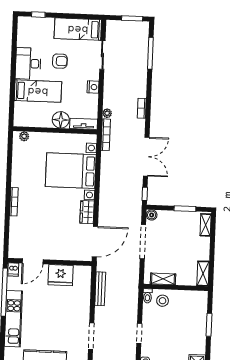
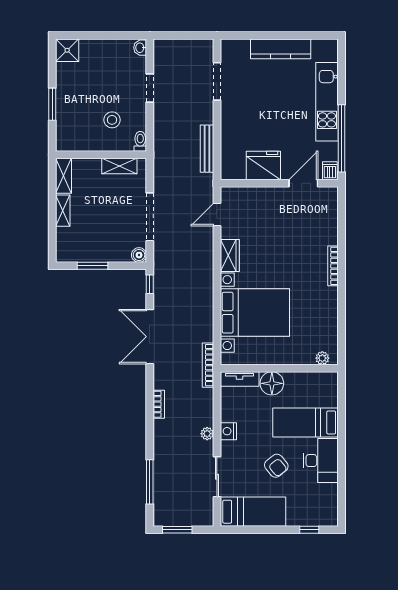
armchair: (60, 61) -> (276, 466), turned -129
plant: (107, 113) -> (207, 434), moved
shelving: (206, 225) -> (63, 211), moved
door: (95, 242) -> (217, 214), width x0.53
stool: (163, 301) -> (112, 120), moved

